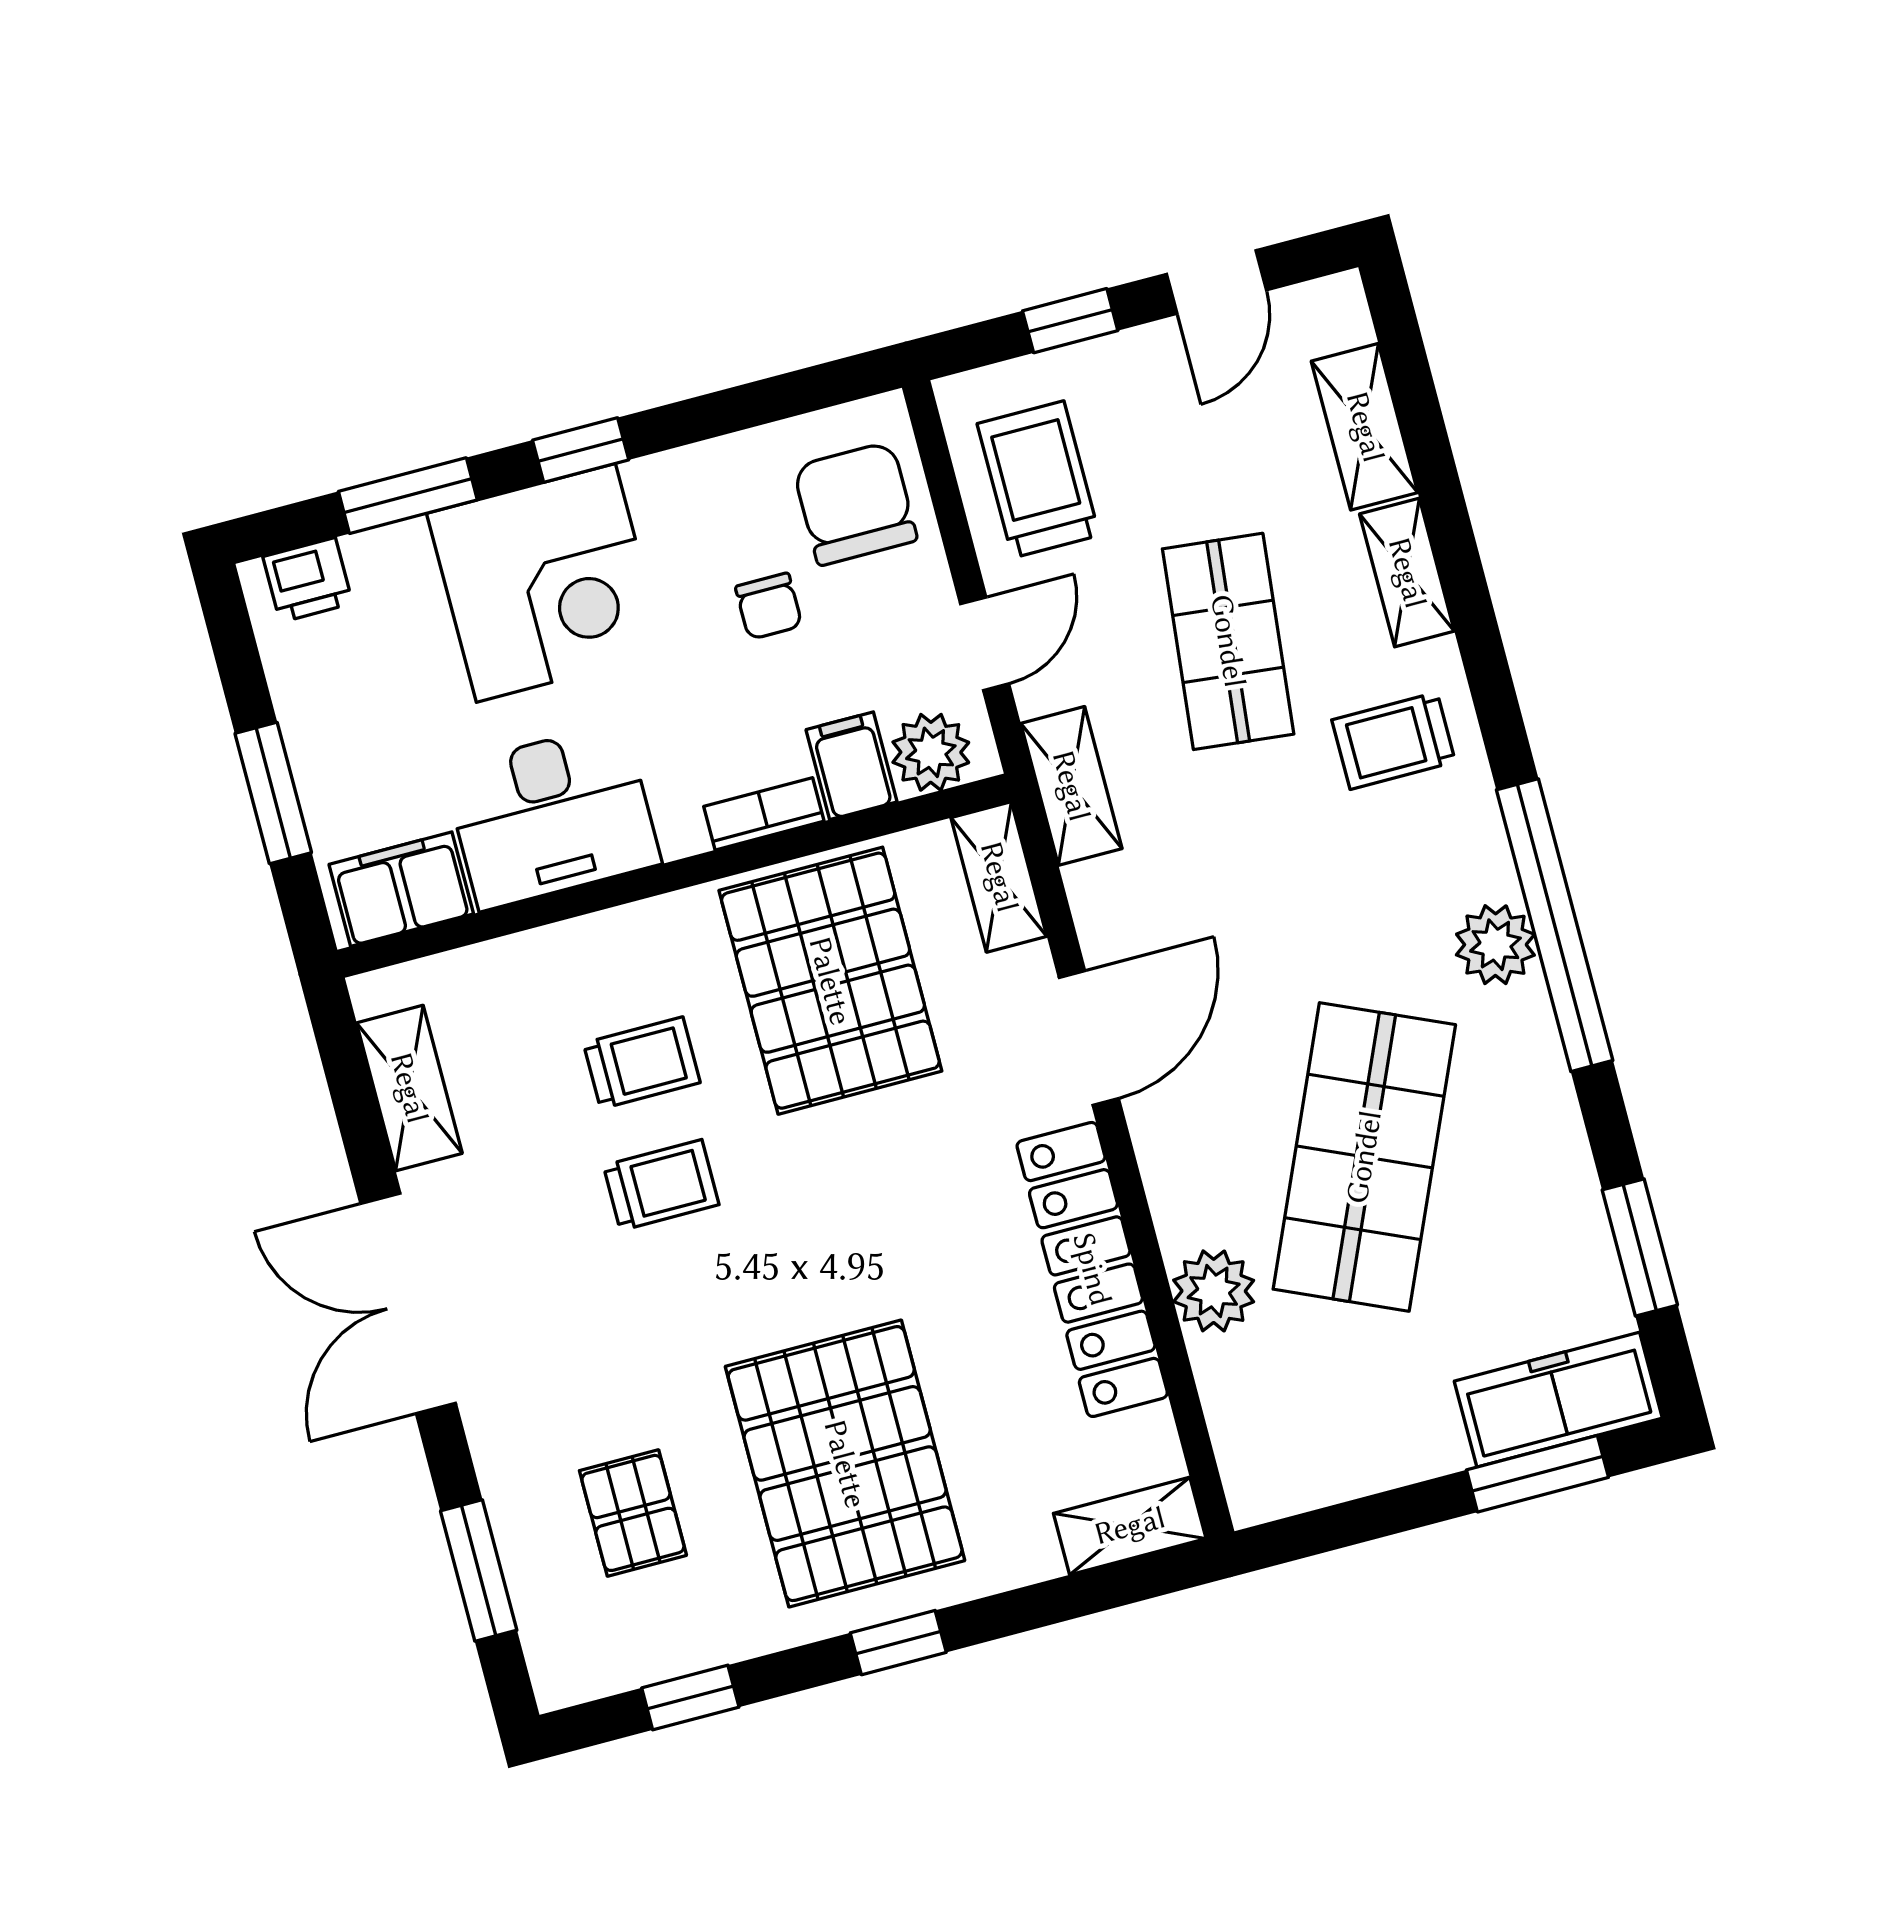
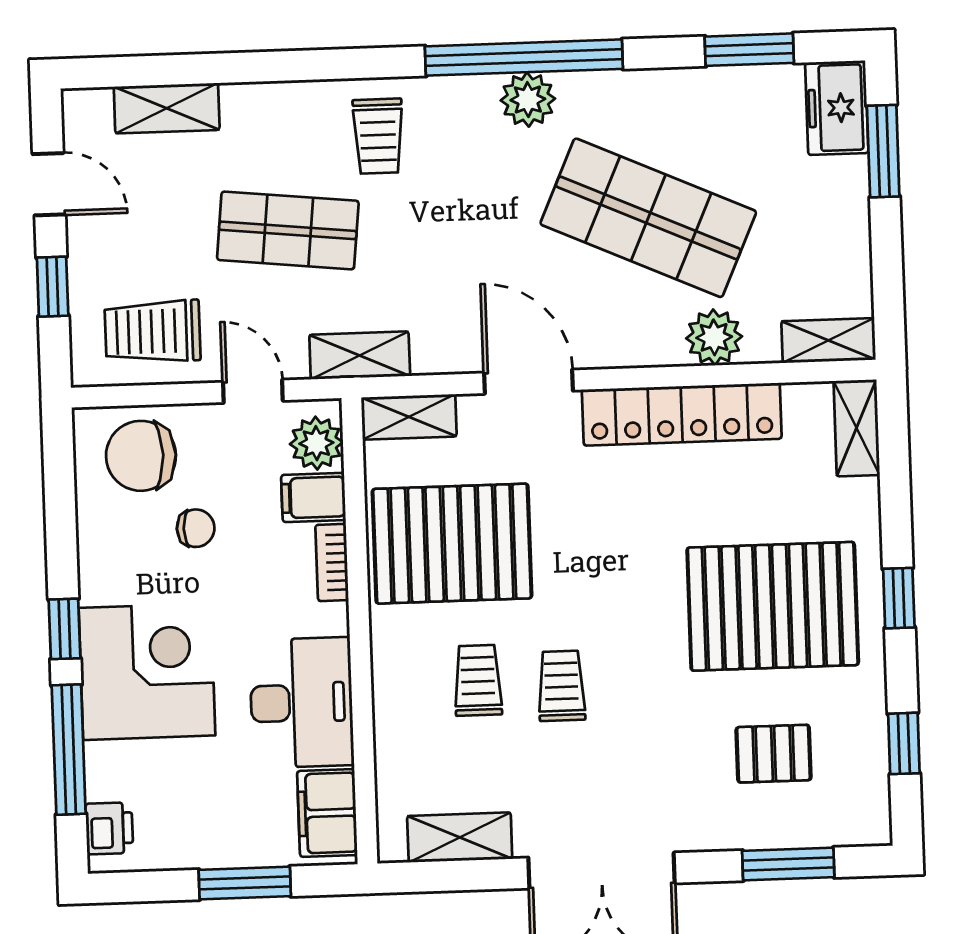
window: (408, 496) -> (69, 750), width x1.44
shelving: (1407, 573) -> (828, 340), moved
freezer: (1558, 1400) -> (837, 108), width x0.71

